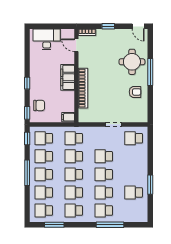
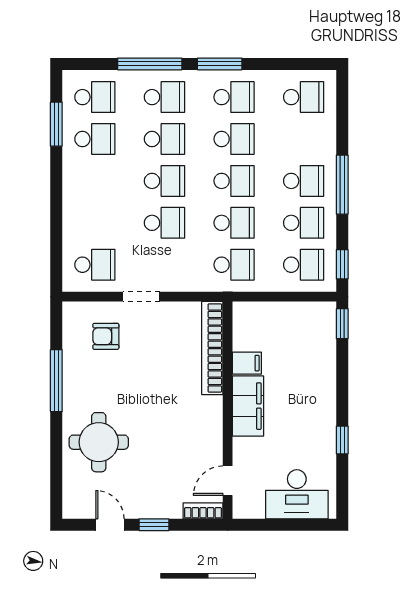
door: (138, 26) -> (110, 525), moved
door: (76, 45) -> (228, 481), swing flipped
window: (150, 72) -> (56, 381), moved
window: (27, 83) -> (342, 440), moved
bookcase: (83, 88) -> (212, 348), moved
armchair: (135, 92) -> (106, 336), moved
chair: (39, 105) -> (314, 341), removed
filing cabinet: (68, 117) -> (247, 363), moved
window: (150, 185) -> (56, 124), moved
school desk: (44, 192) -> (95, 97), moved
window: (54, 225) -> (220, 64), moved

